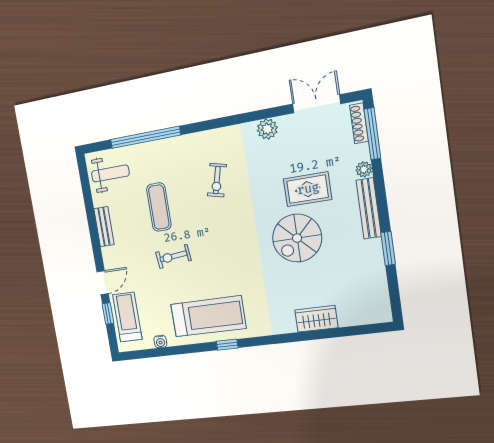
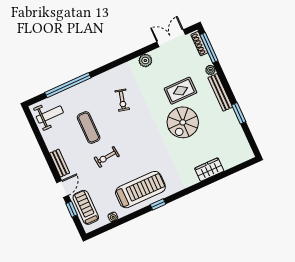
bench: (104, 227) -> (60, 163), moved

